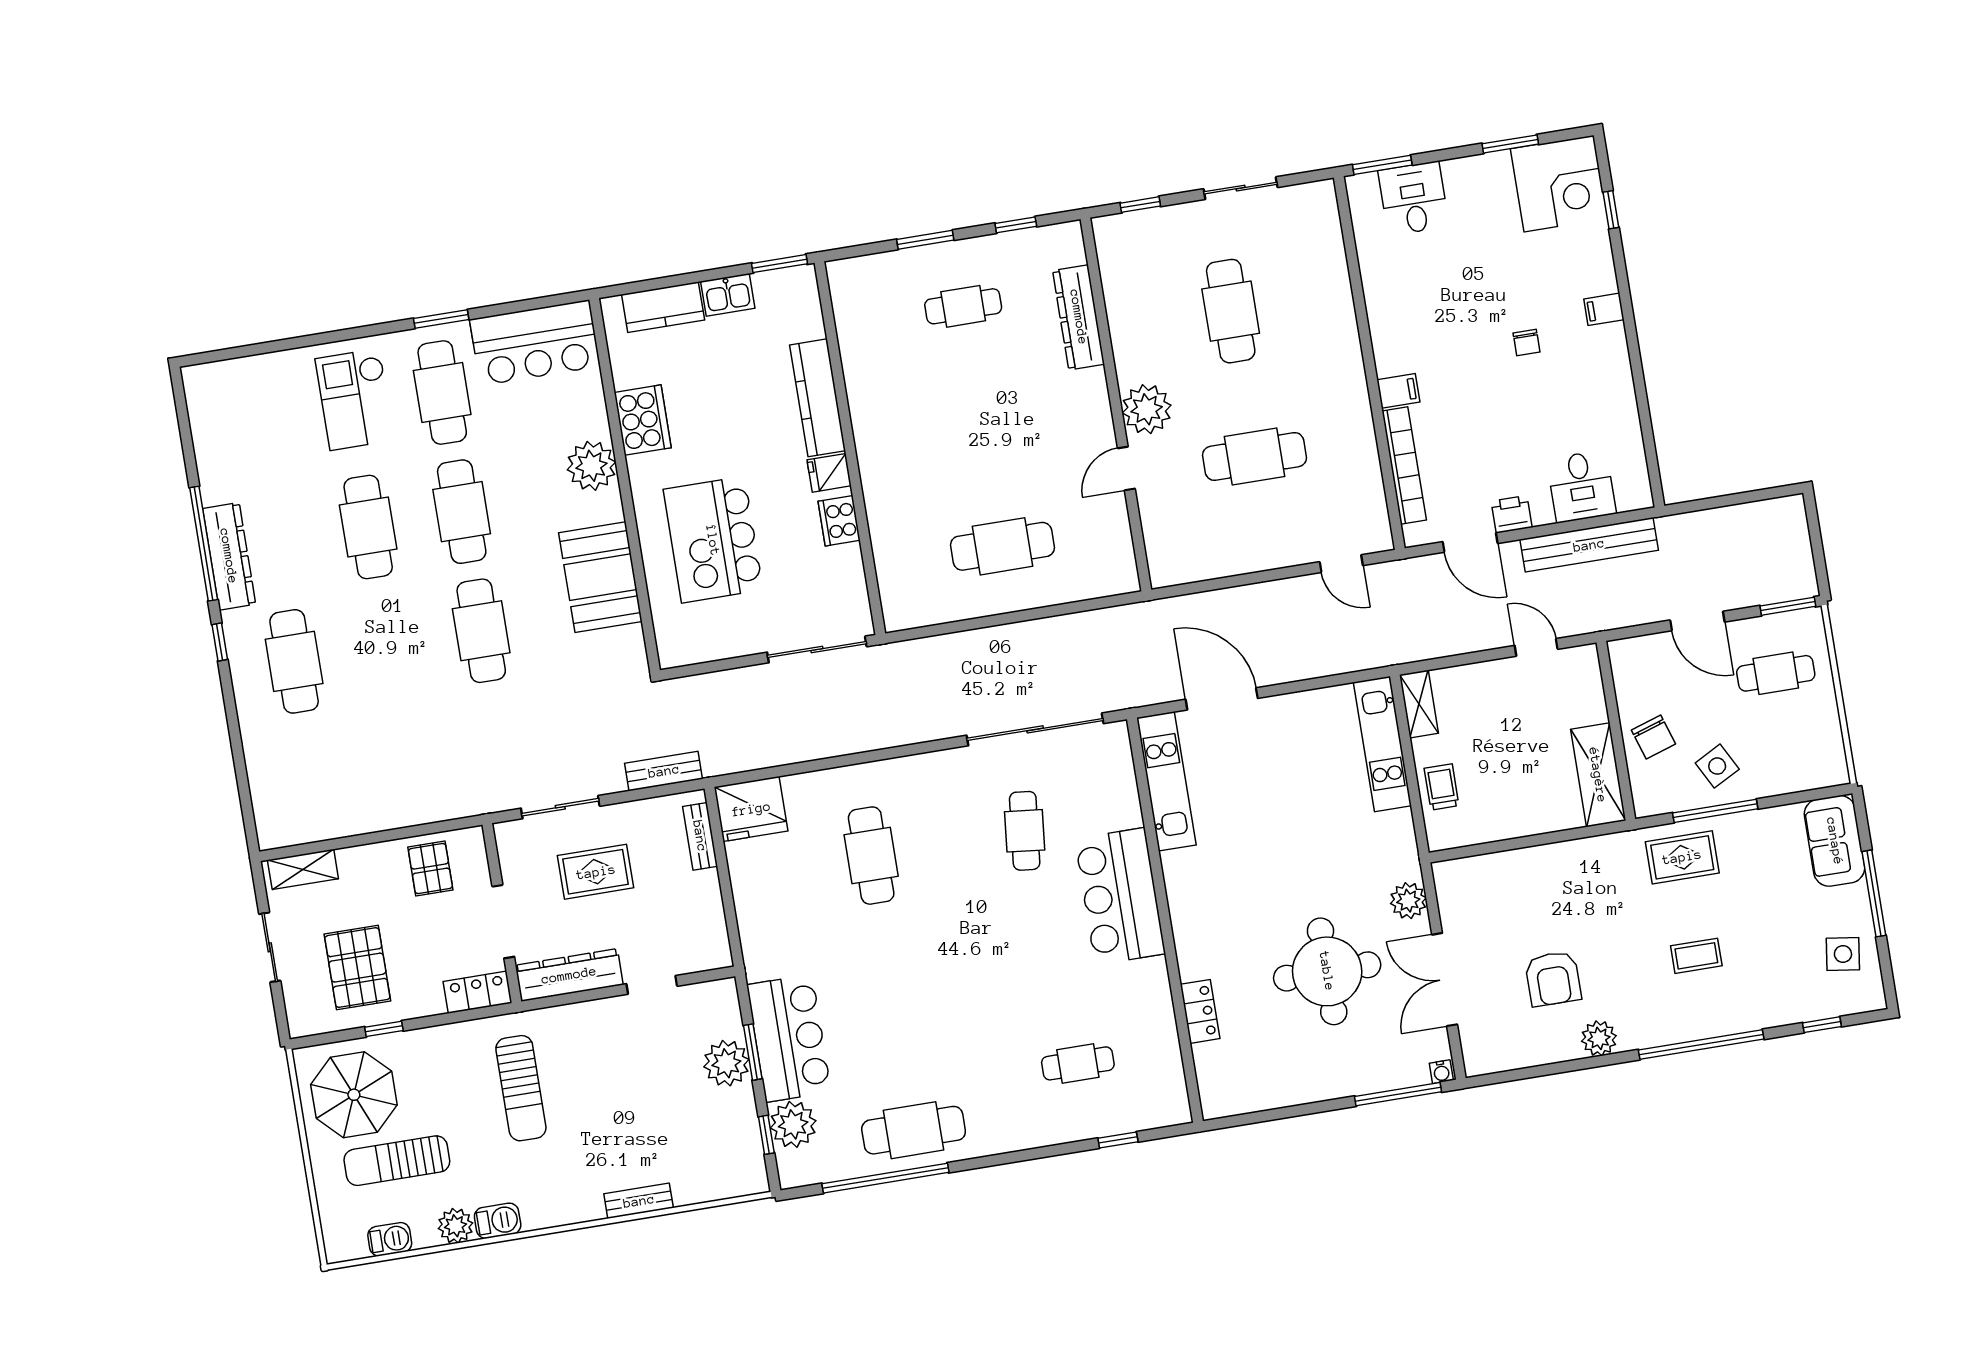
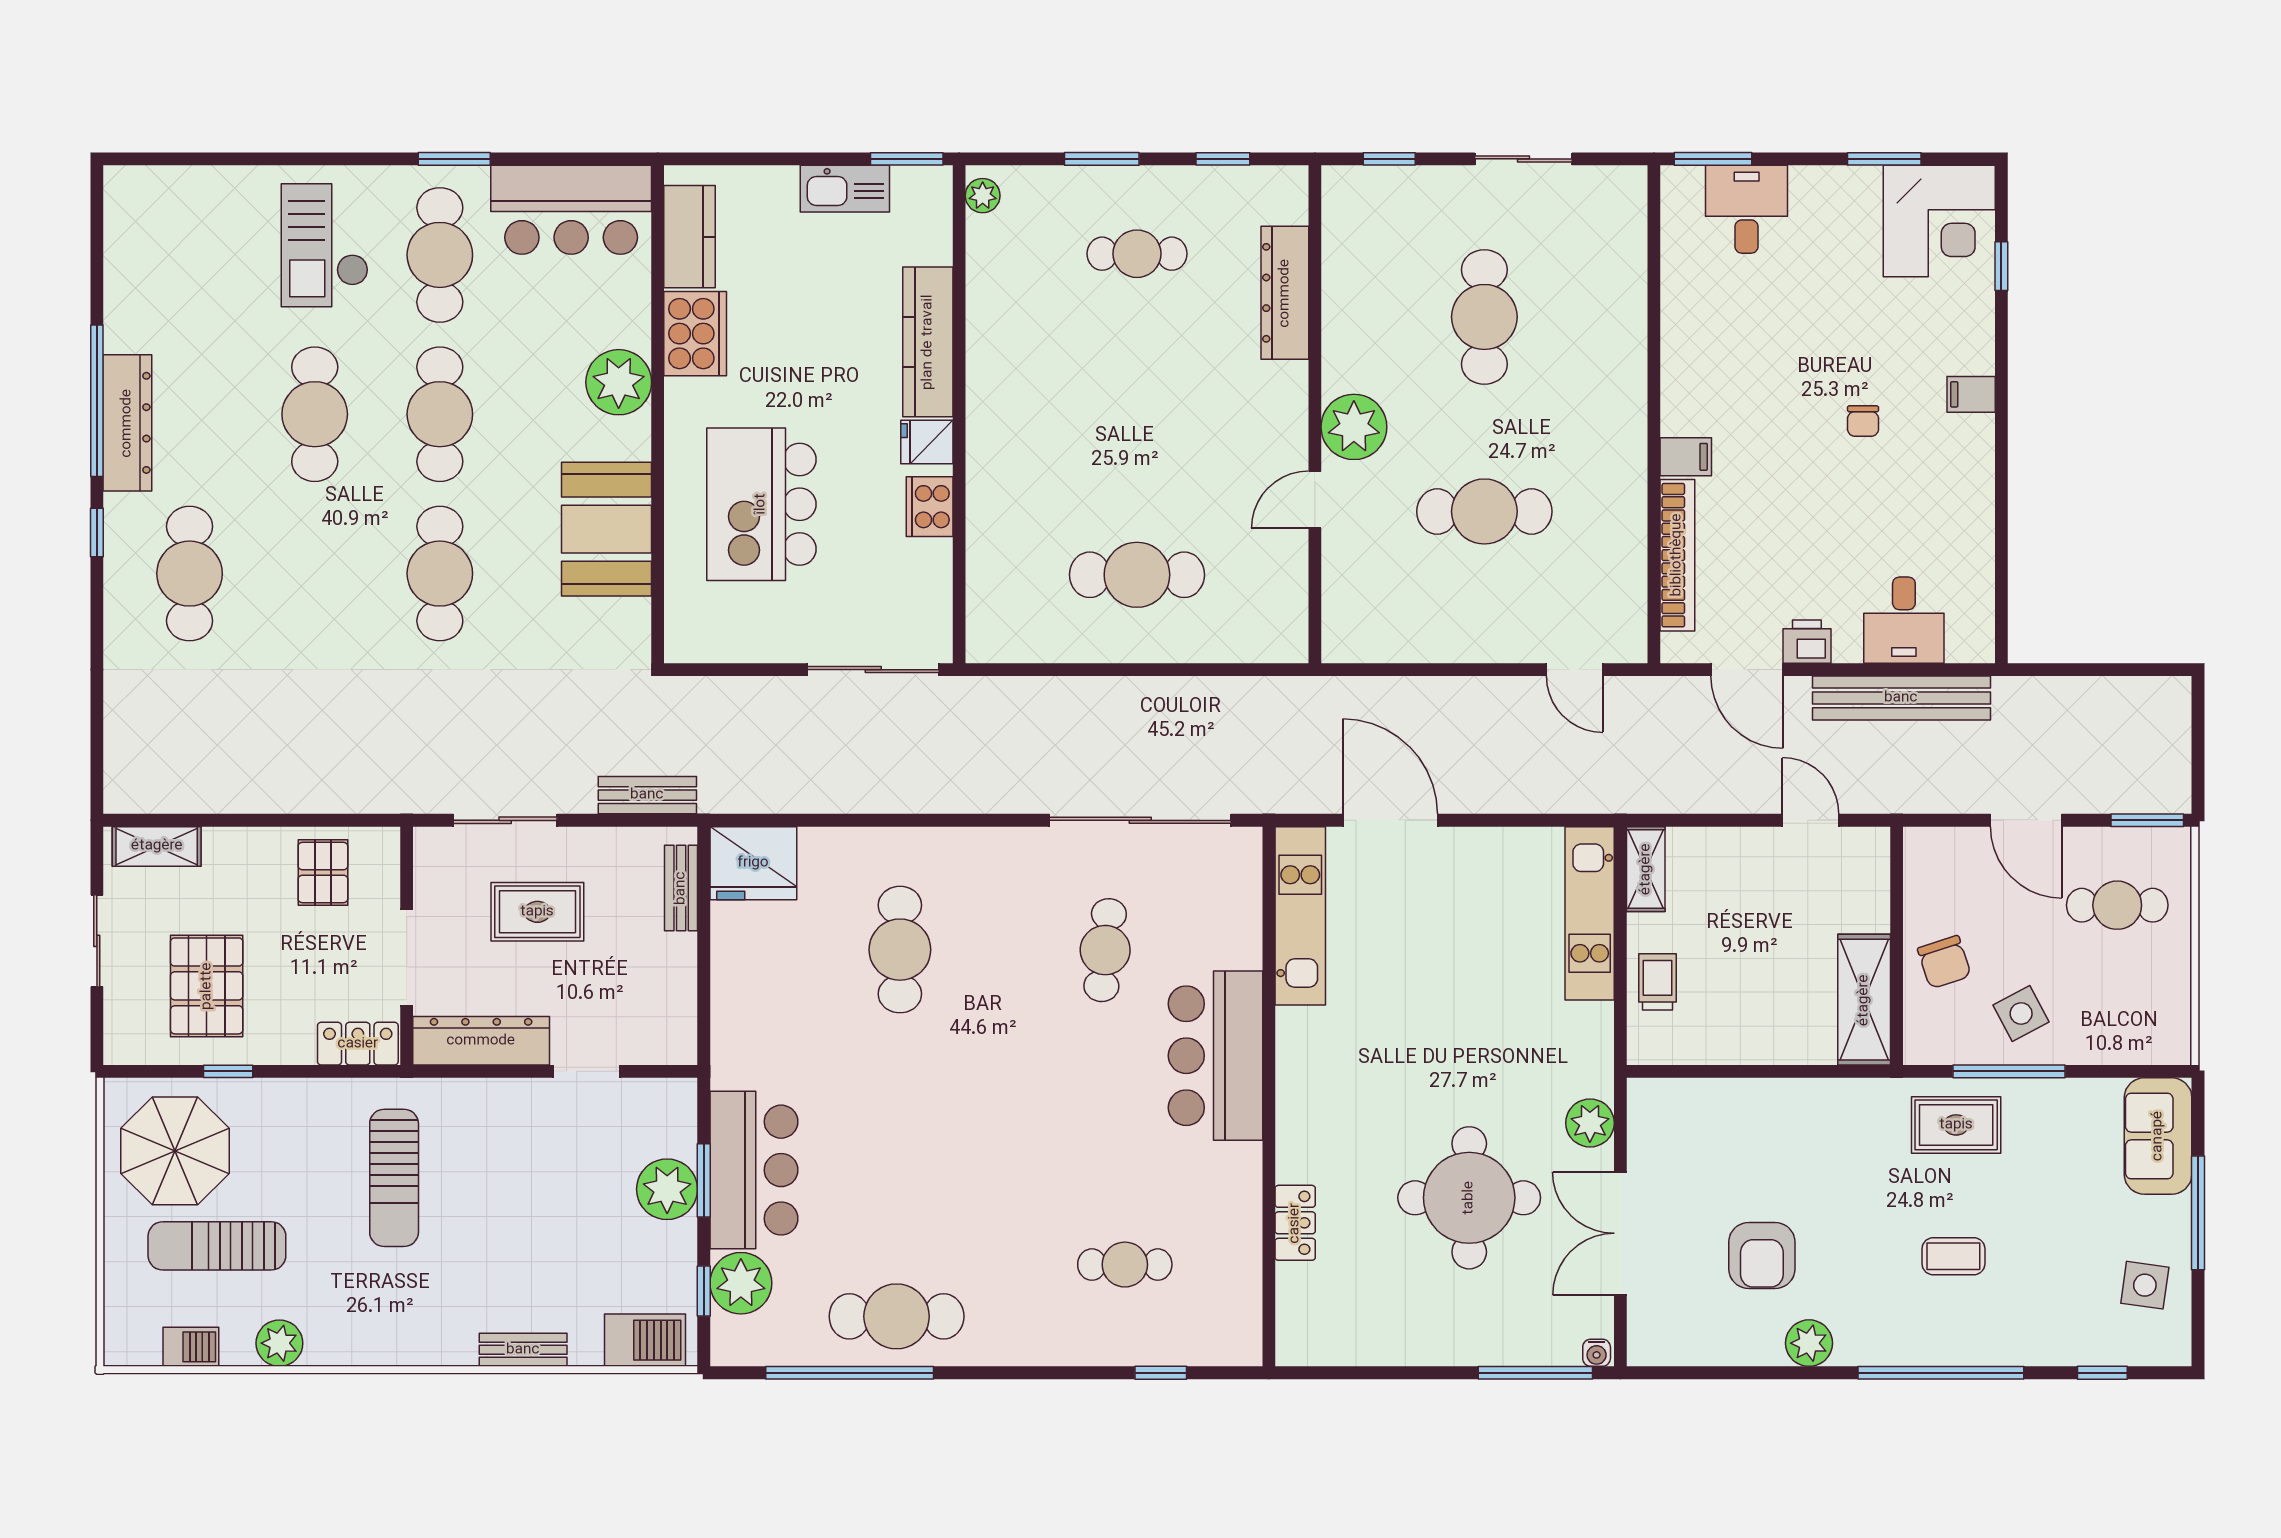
plant: (841, 282) -> (983, 196), added
kitchen sink: (728, 295) -> (845, 189), width x1.38
kitchen counter: (663, 307) -> (690, 237), moved, turned -90
barbecue: (498, 1221) -> (645, 1340), moved, width x1.38, depth x1.27

